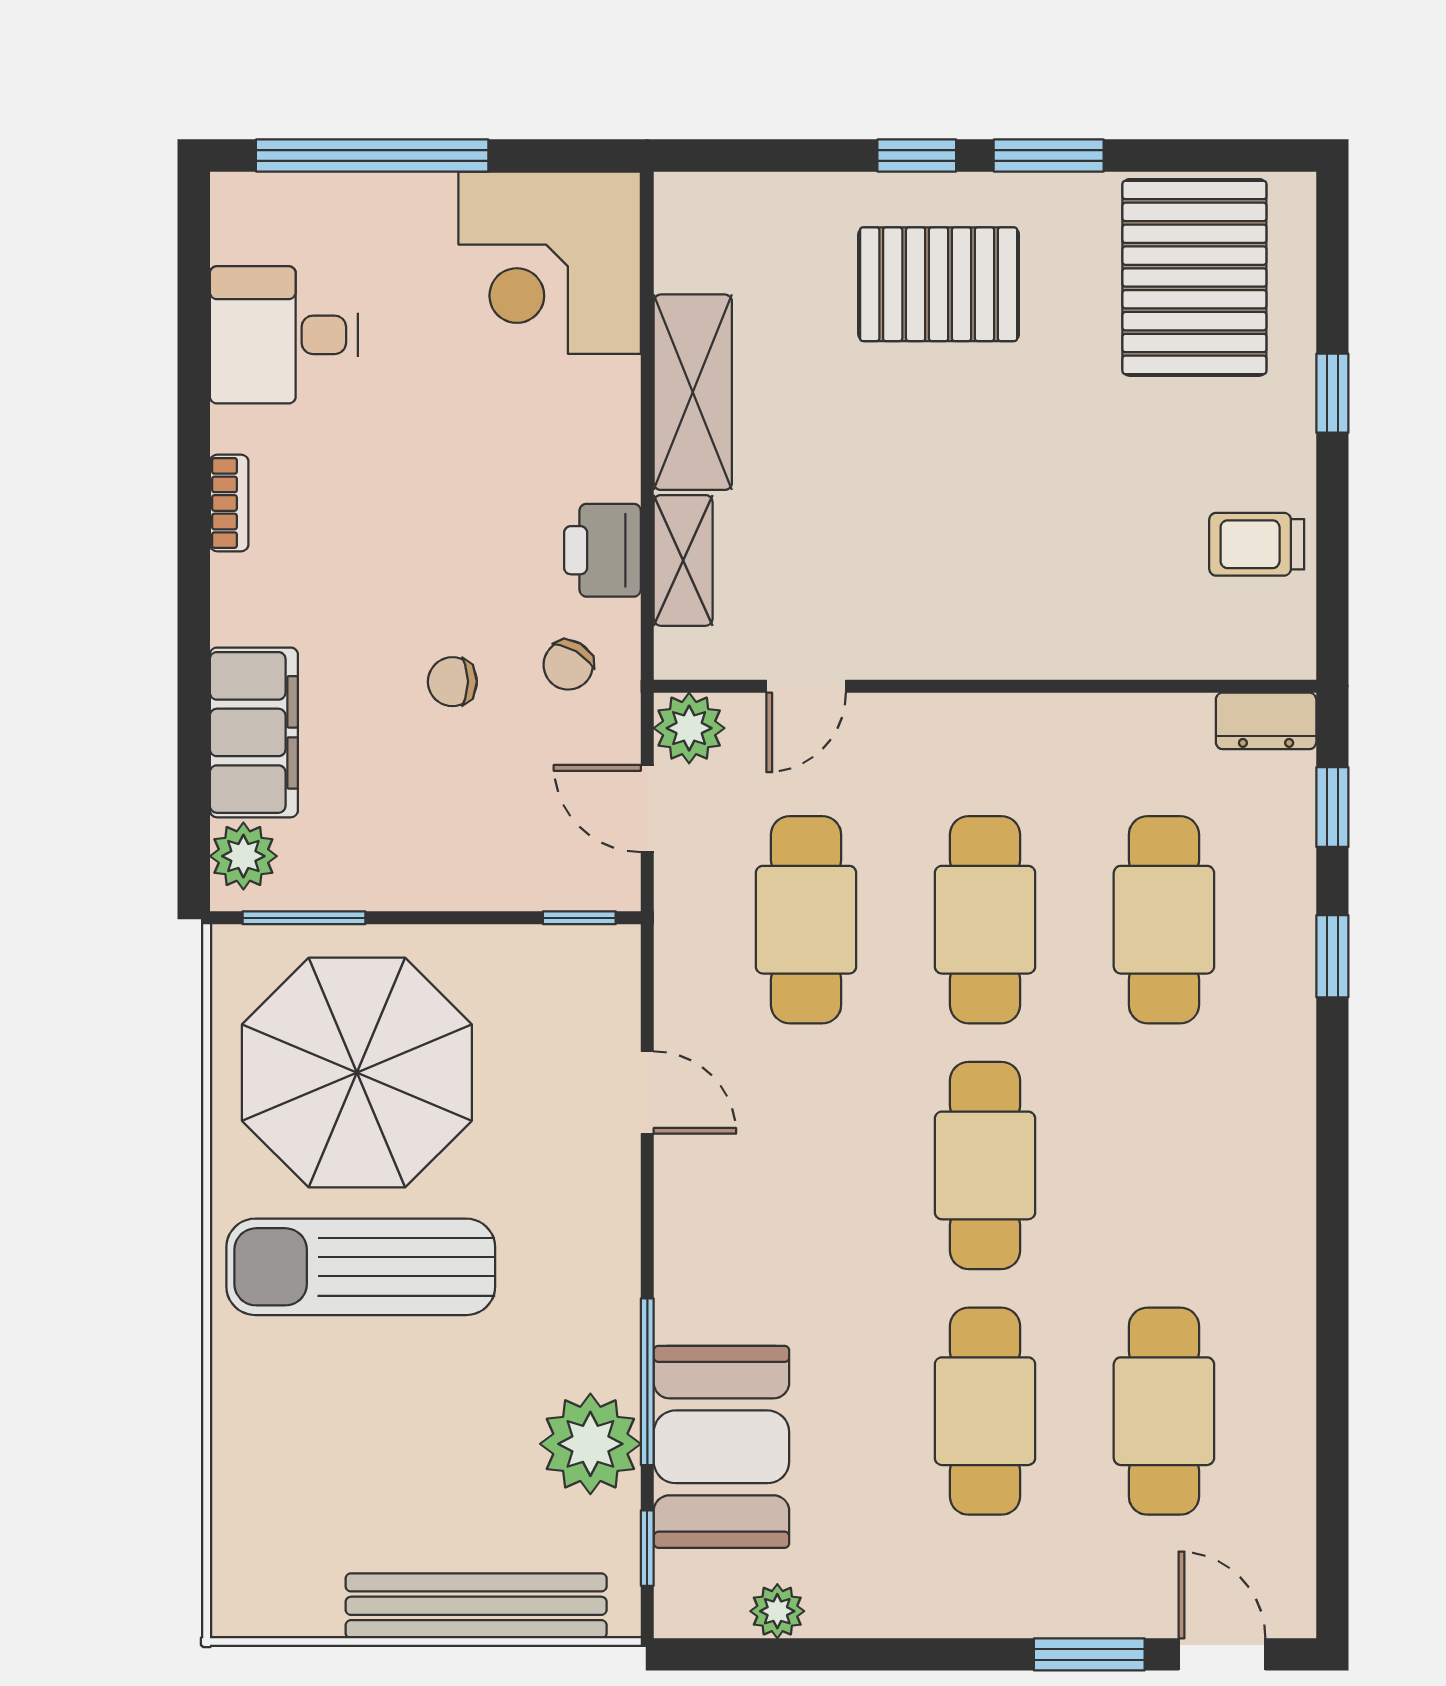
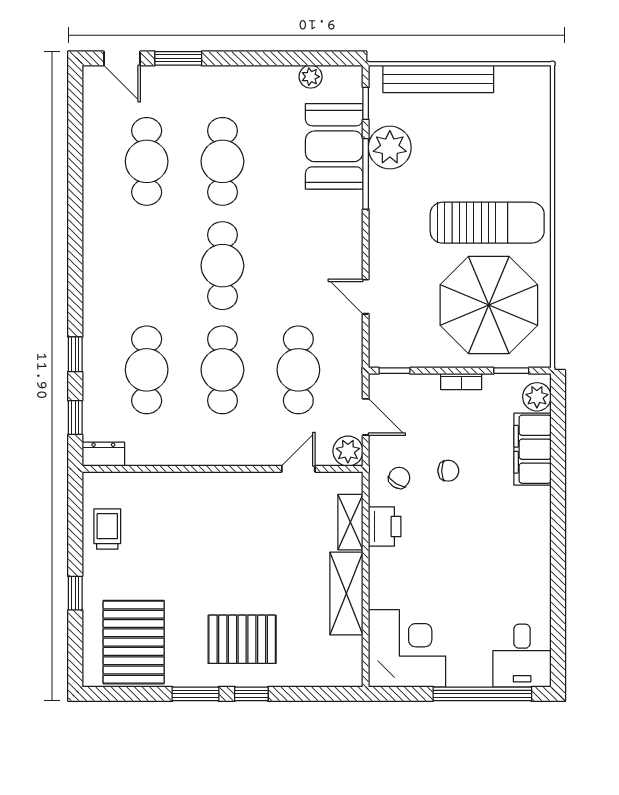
desk: (284, 335) -> (522, 656), moved, turned 90
bookcase: (229, 503) -> (461, 382), moved, turned -90
trolley: (1257, 544) -> (107, 529), turned -90
window: (304, 918) -> (511, 371), width x0.67

